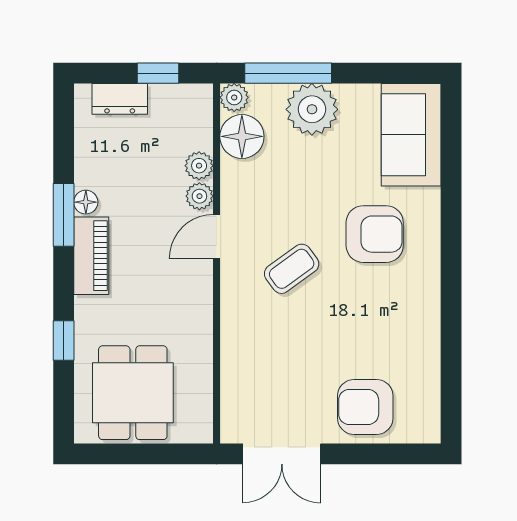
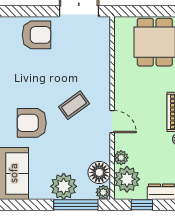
plant: (199, 196) -> (127, 179), moved, width x1.87, depth x1.87
door: (217, 236) -> (112, 122), hinge flipped

